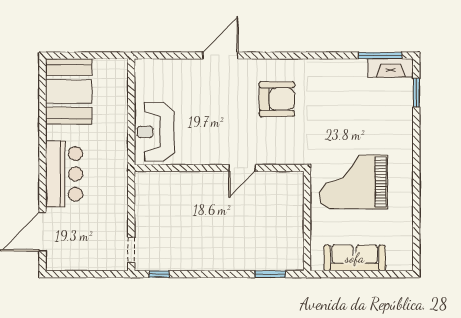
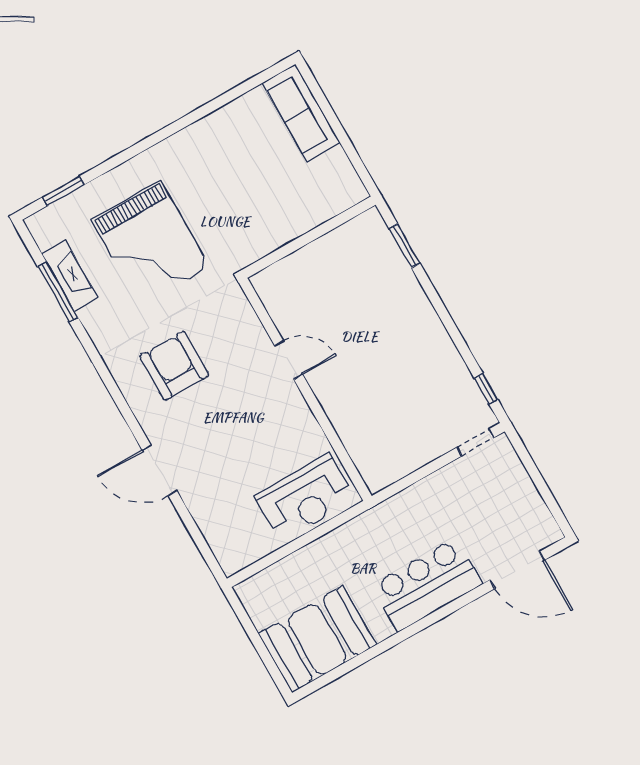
window: (380, 55) -> (58, 292), moved
fireplace: (391, 68) -> (70, 276), moved
grand piano: (354, 182) -> (151, 244), moved
sofa: (355, 258) -> (301, 113), moved

